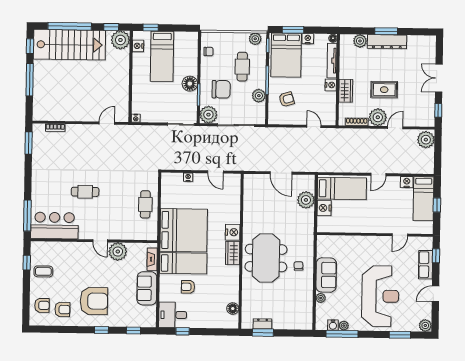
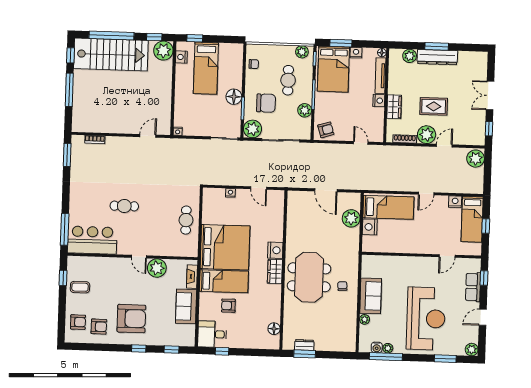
armchair: (286, 99) -> (326, 130), moved

